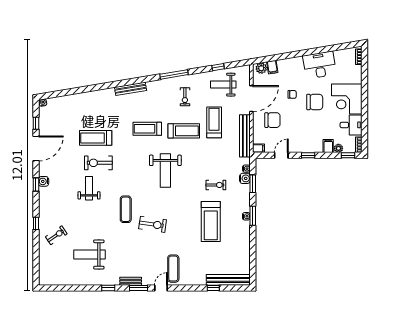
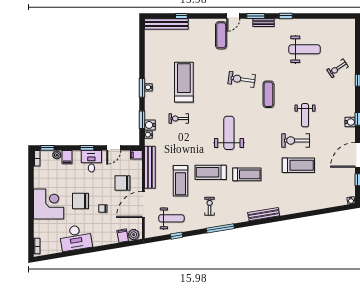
desk: (351, 125) -> (91, 161), moved, turned 90
exercise bike: (98, 163) -> (296, 140), turned 180

